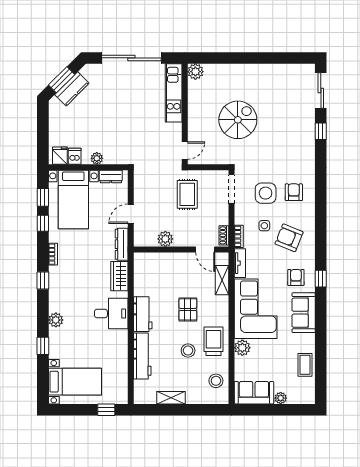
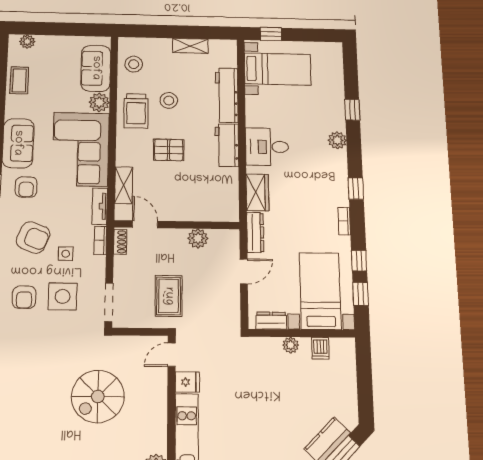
fridge: (60, 156) -> (187, 382), moved, turned -90
pallet: (188, 309) -> (169, 150), turned 90
bed with nightstands: (75, 382) -> (278, 69), moved, turned 180
sofa: (254, 393) -> (96, 68), moved, turned 90
plant: (281, 398) -> (27, 42), moved

